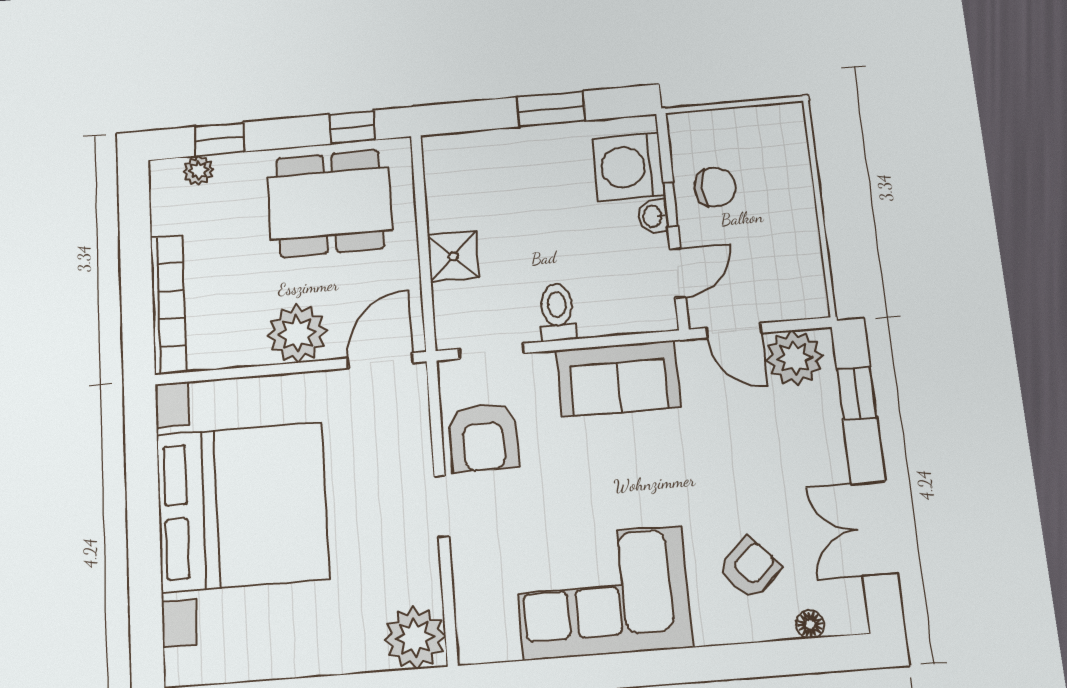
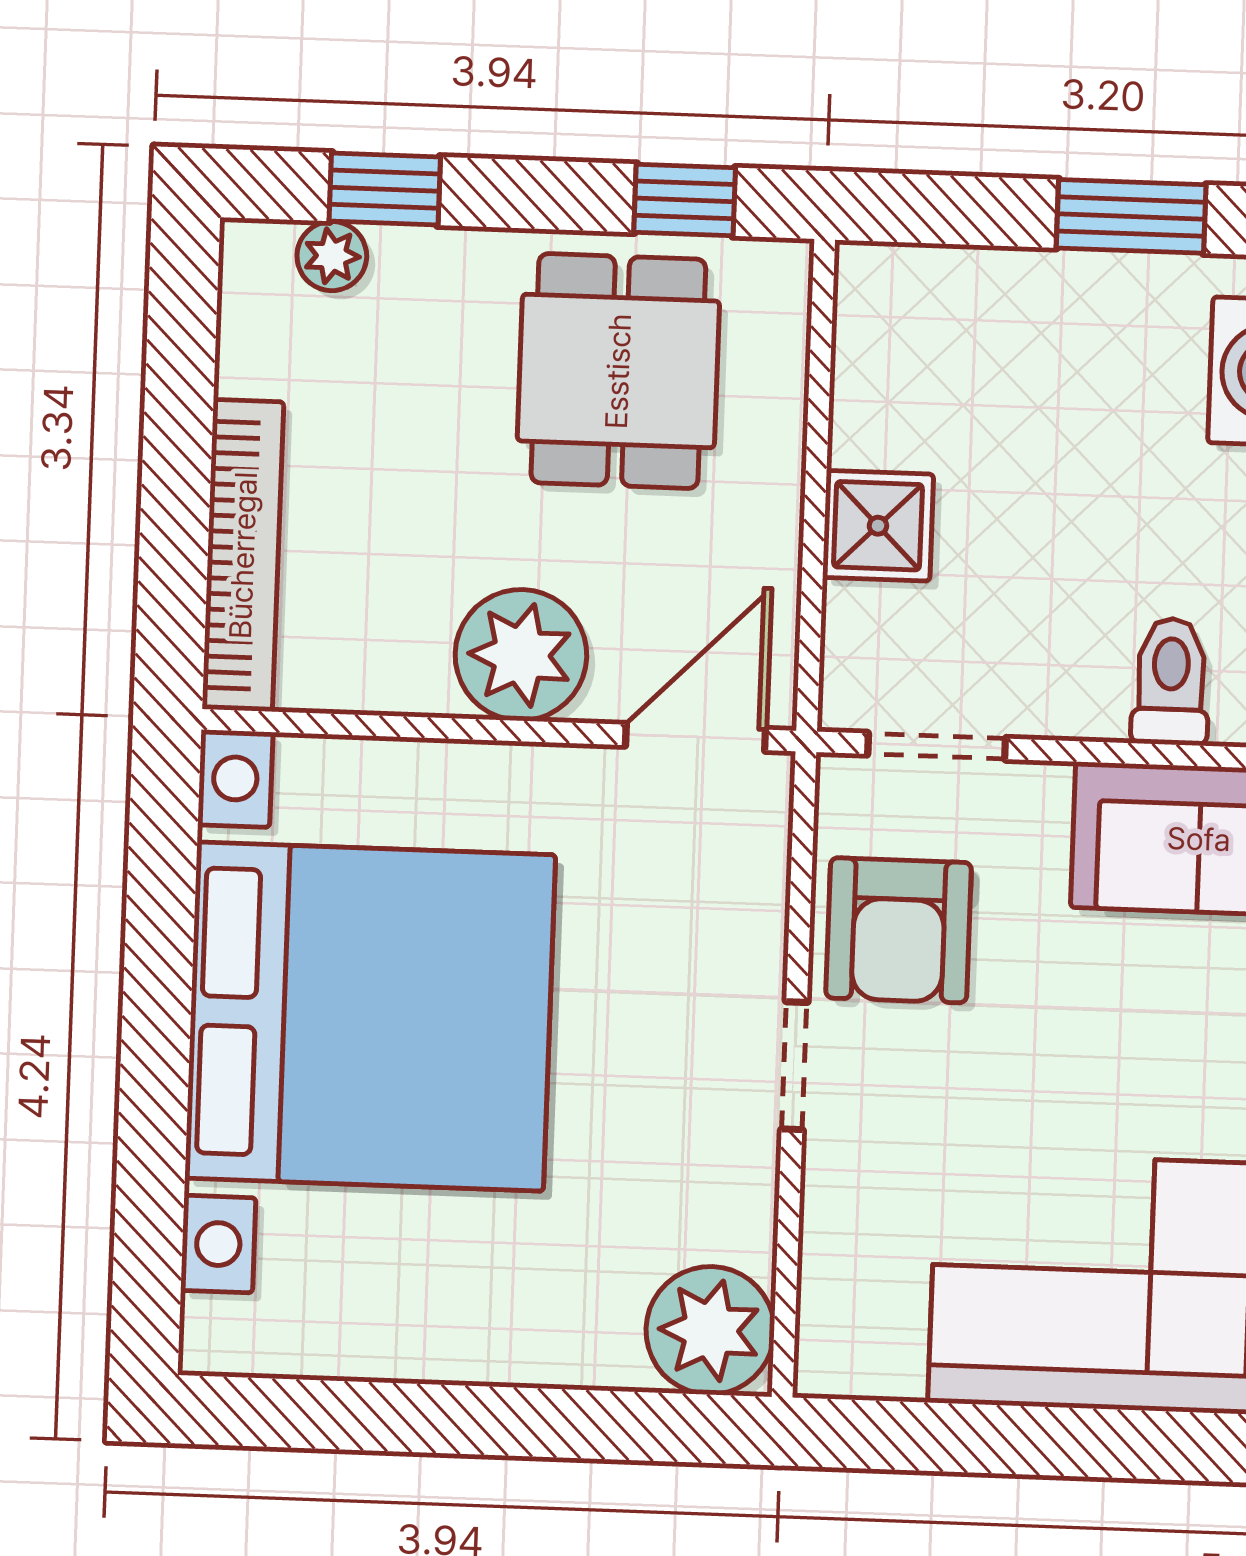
dining table: (330, 204) -> (618, 371), width x0.73
toilet: (557, 312) -> (1171, 682), moved

